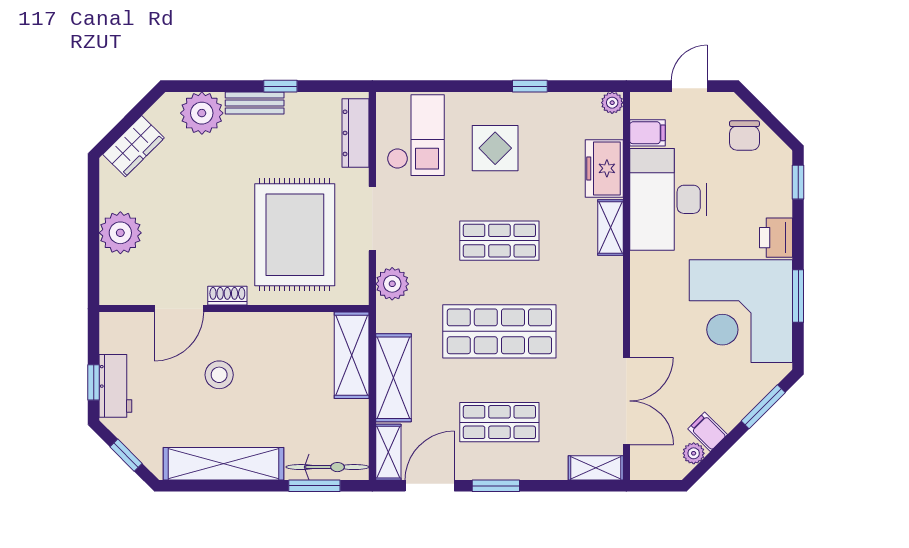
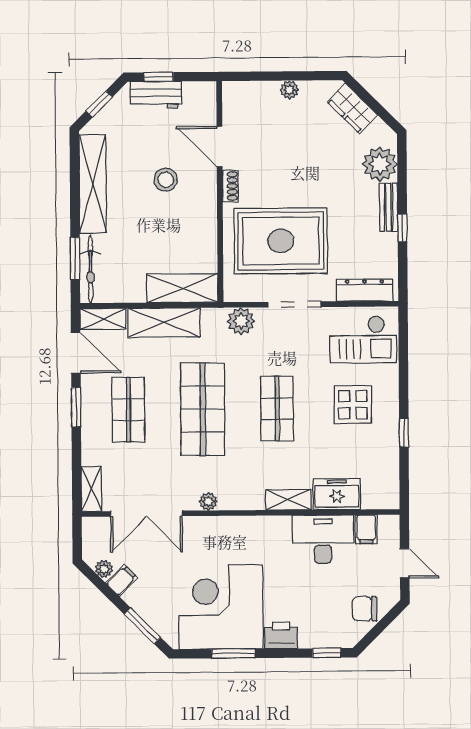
plant: (612, 103) -> (208, 501), moved
desk: (668, 199) -> (323, 539), width x0.73, depth x0.77
plant: (120, 233) -> (289, 90), width x0.53, depth x0.53

